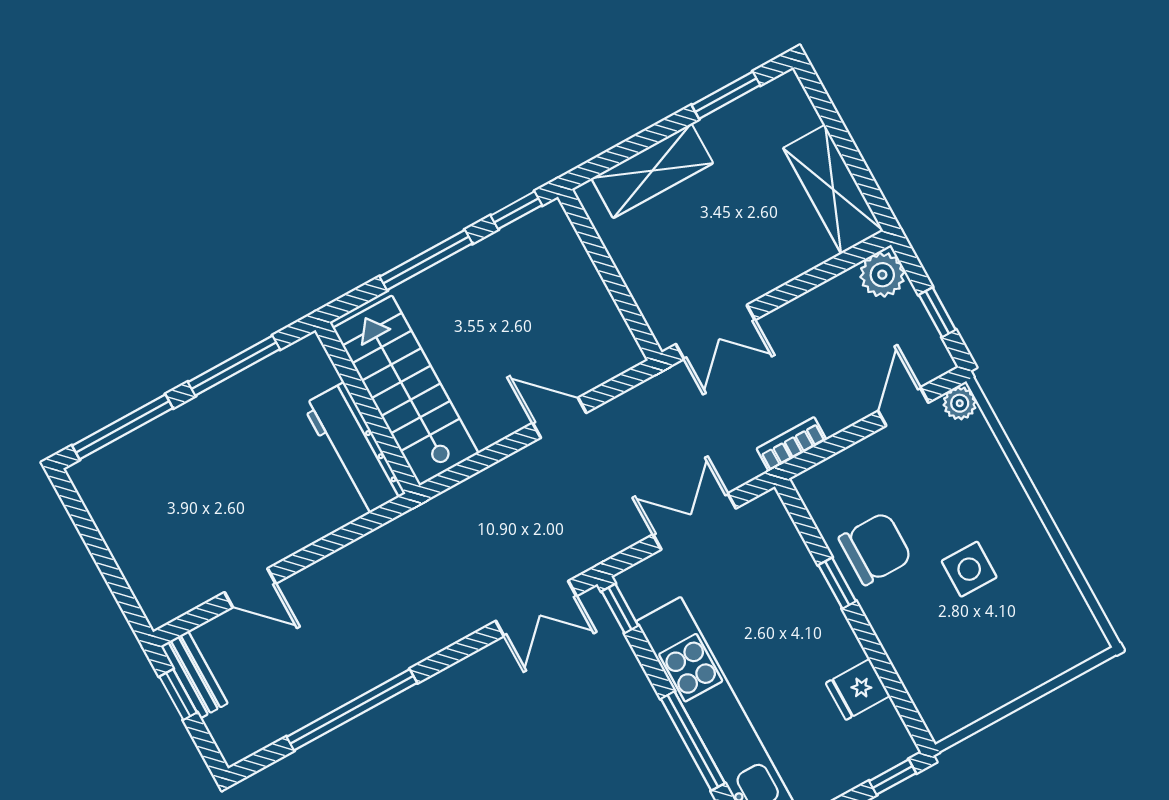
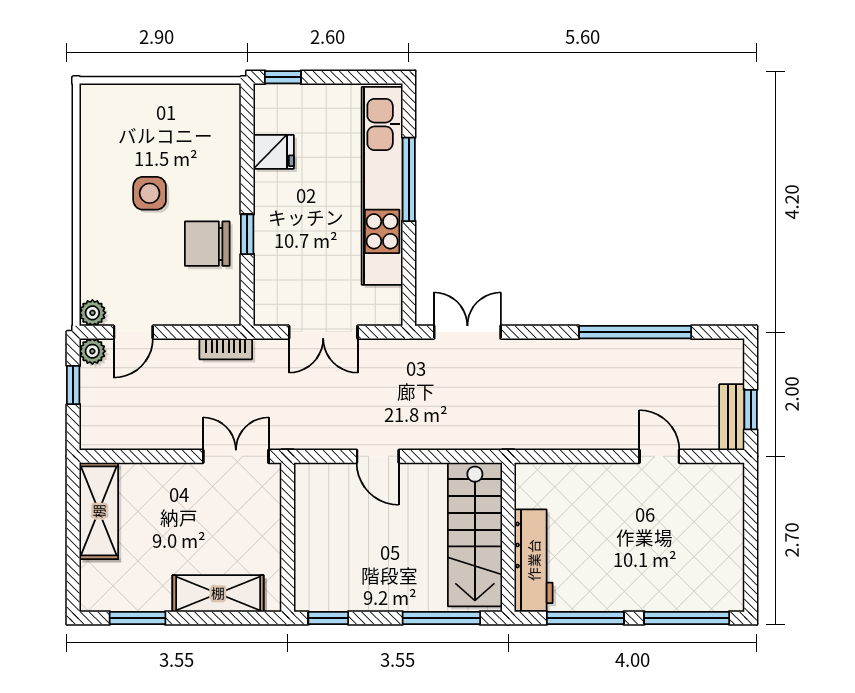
window: (426, 260) -> (441, 618), moved
plant: (882, 275) -> (92, 351), moved, width x0.73, depth x0.73
workbench: (354, 449) -> (534, 560), moved
window: (620, 609) -> (409, 300), removed

